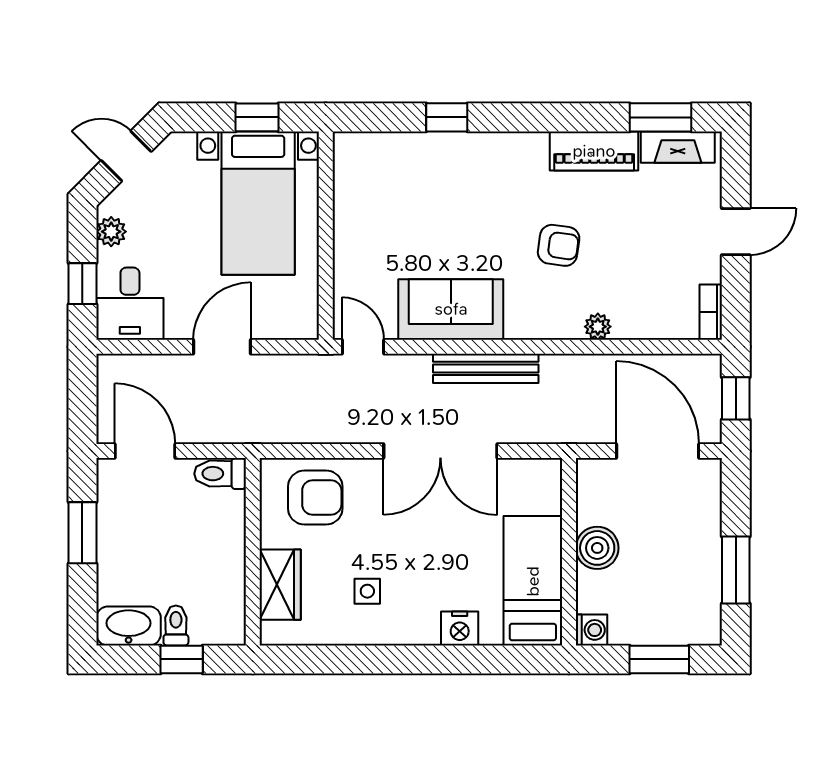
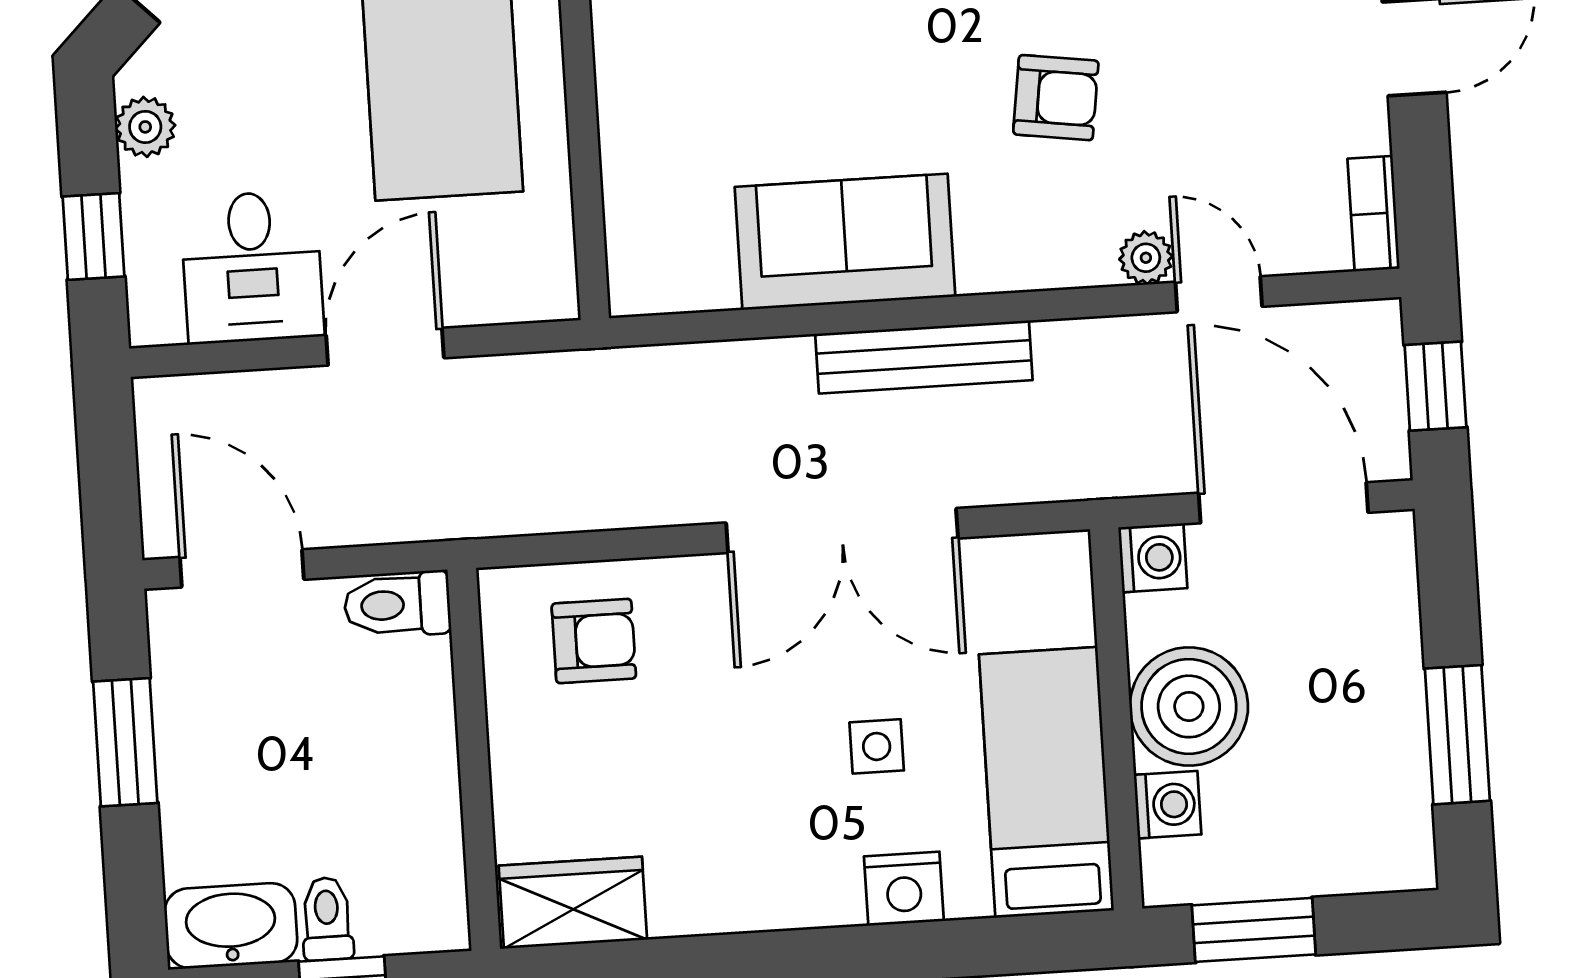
desk: (130, 304) -> (252, 267), moved
door: (363, 347) -> (1219, 294), moved
washing machine: (592, 474) -> (1153, 558), added
armchair: (315, 497) -> (594, 641), width x0.72, depth x0.72
boiler: (597, 548) -> (1189, 706), width x1.37, depth x1.37
wardrobe: (280, 585) -> (573, 903), moved, turned -90
side table: (367, 591) -> (877, 746), moved
washing machine: (592, 630) -> (1168, 805), moved
window: (659, 659) -> (1254, 930), moved

